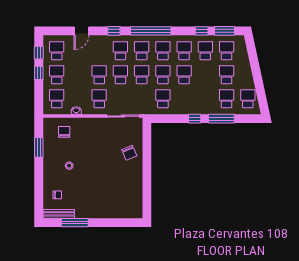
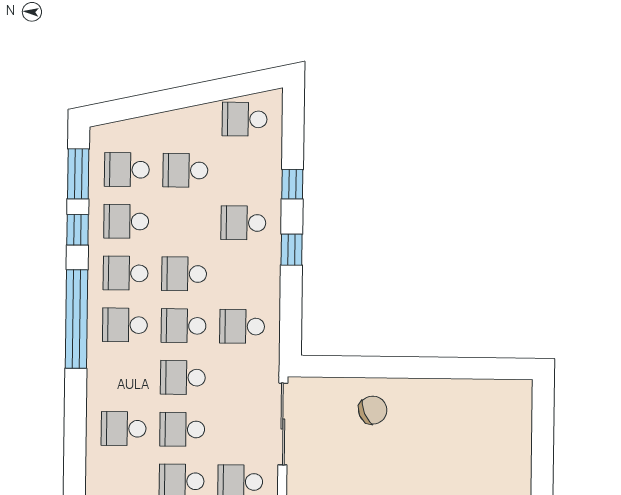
window: (114, 31) -> (75, 444), removed
window: (151, 31) -> (76, 319), moved
school desk: (142, 51) -> (124, 377), removed
school desk: (227, 99) -> (243, 223), moved
window: (221, 119) -> (292, 184), width x0.46

